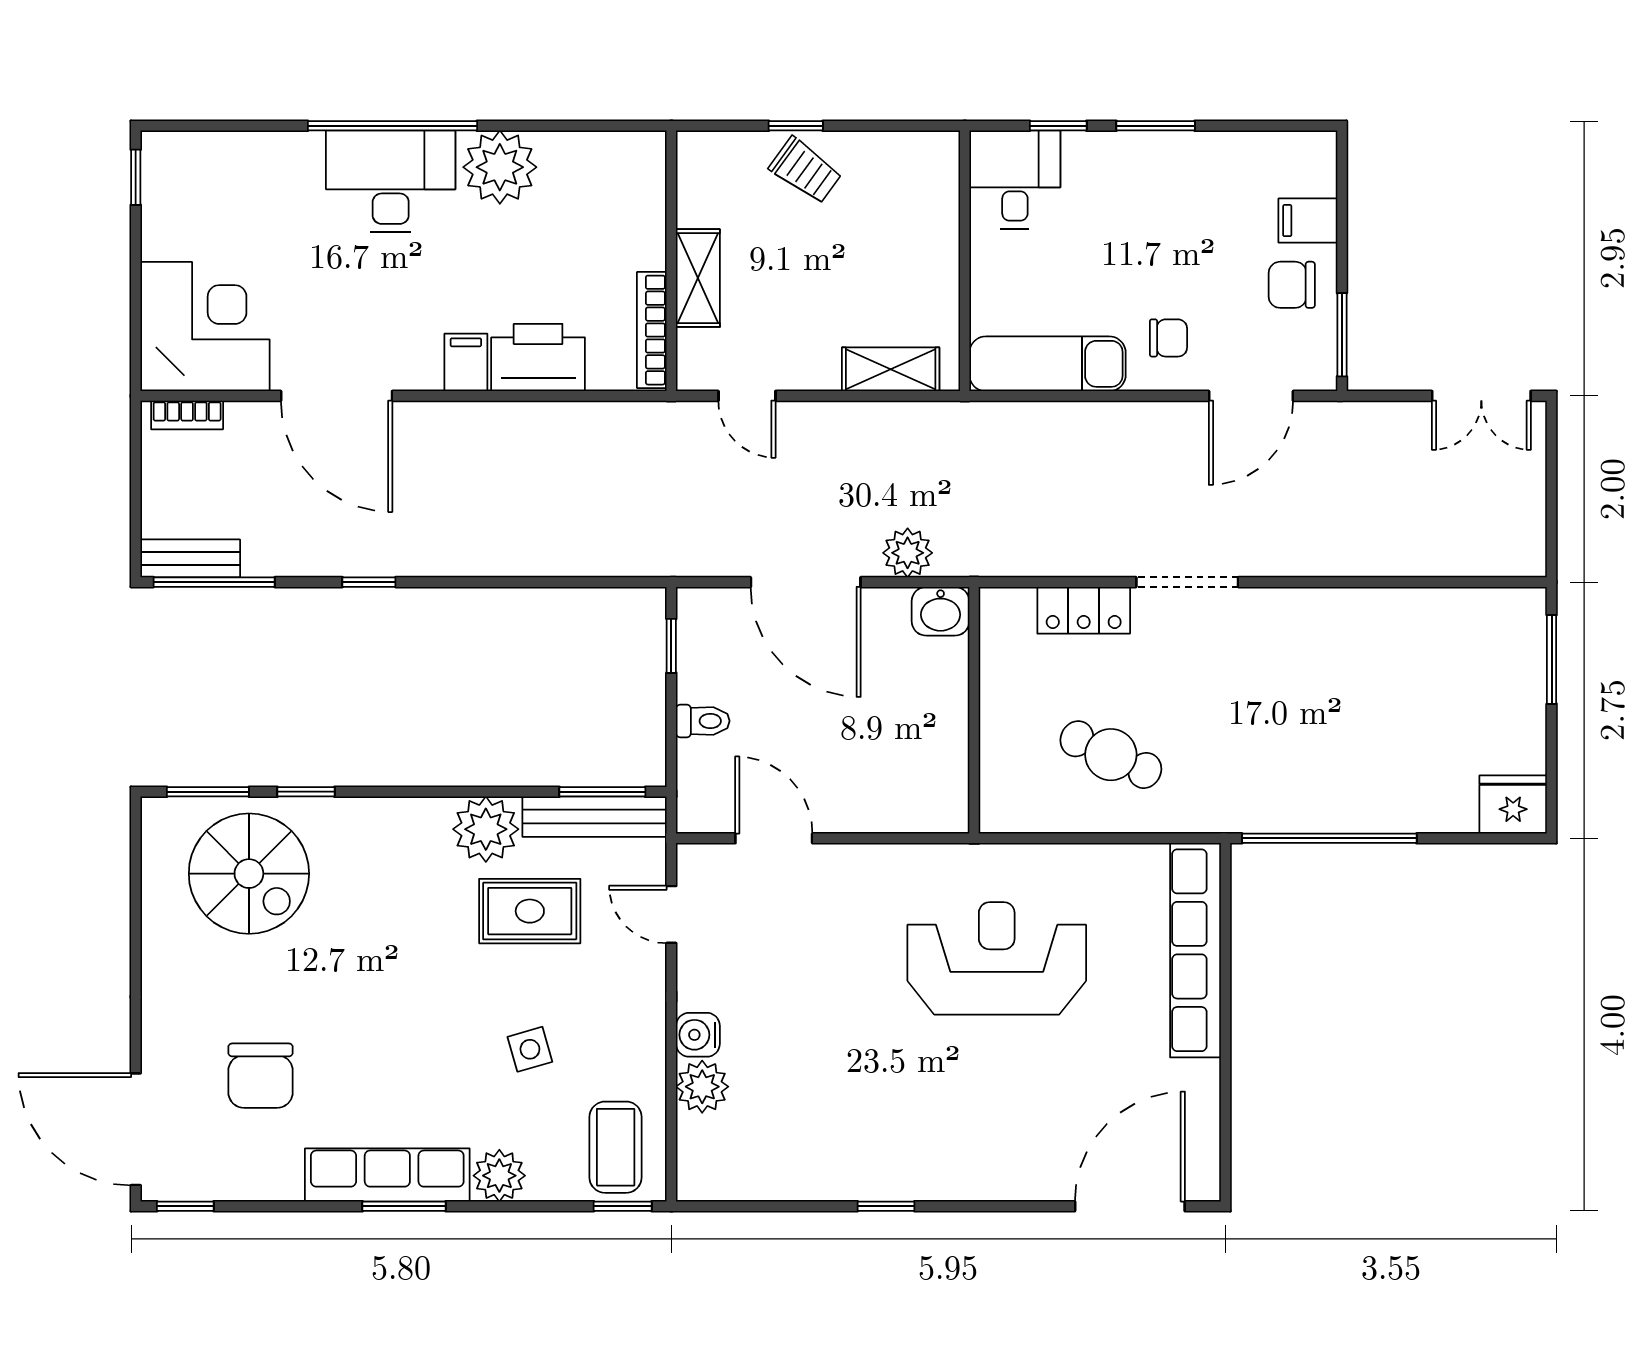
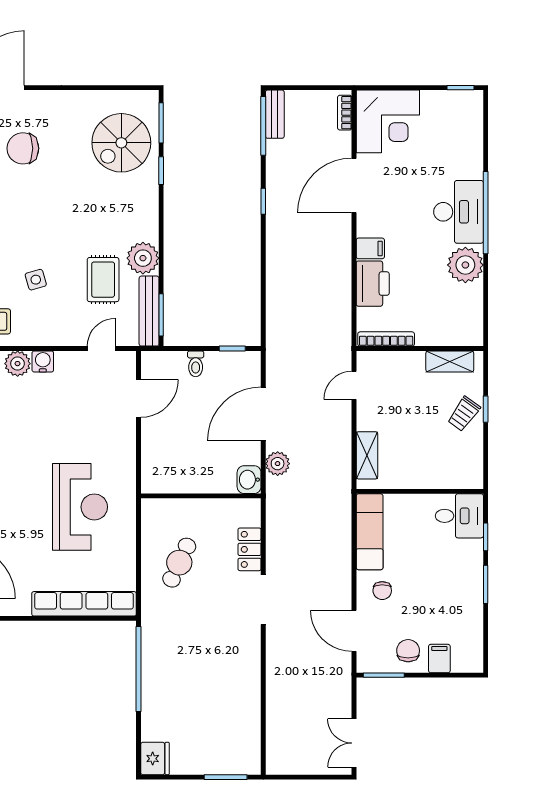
shelving: (698, 278) -> (450, 361), moved

